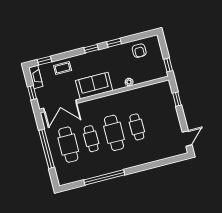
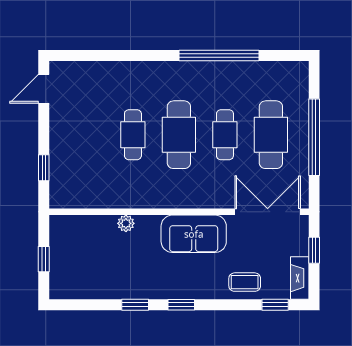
armchair: (139, 51) -> (92, 278), removed
window: (168, 65) -> (44, 259), moved

